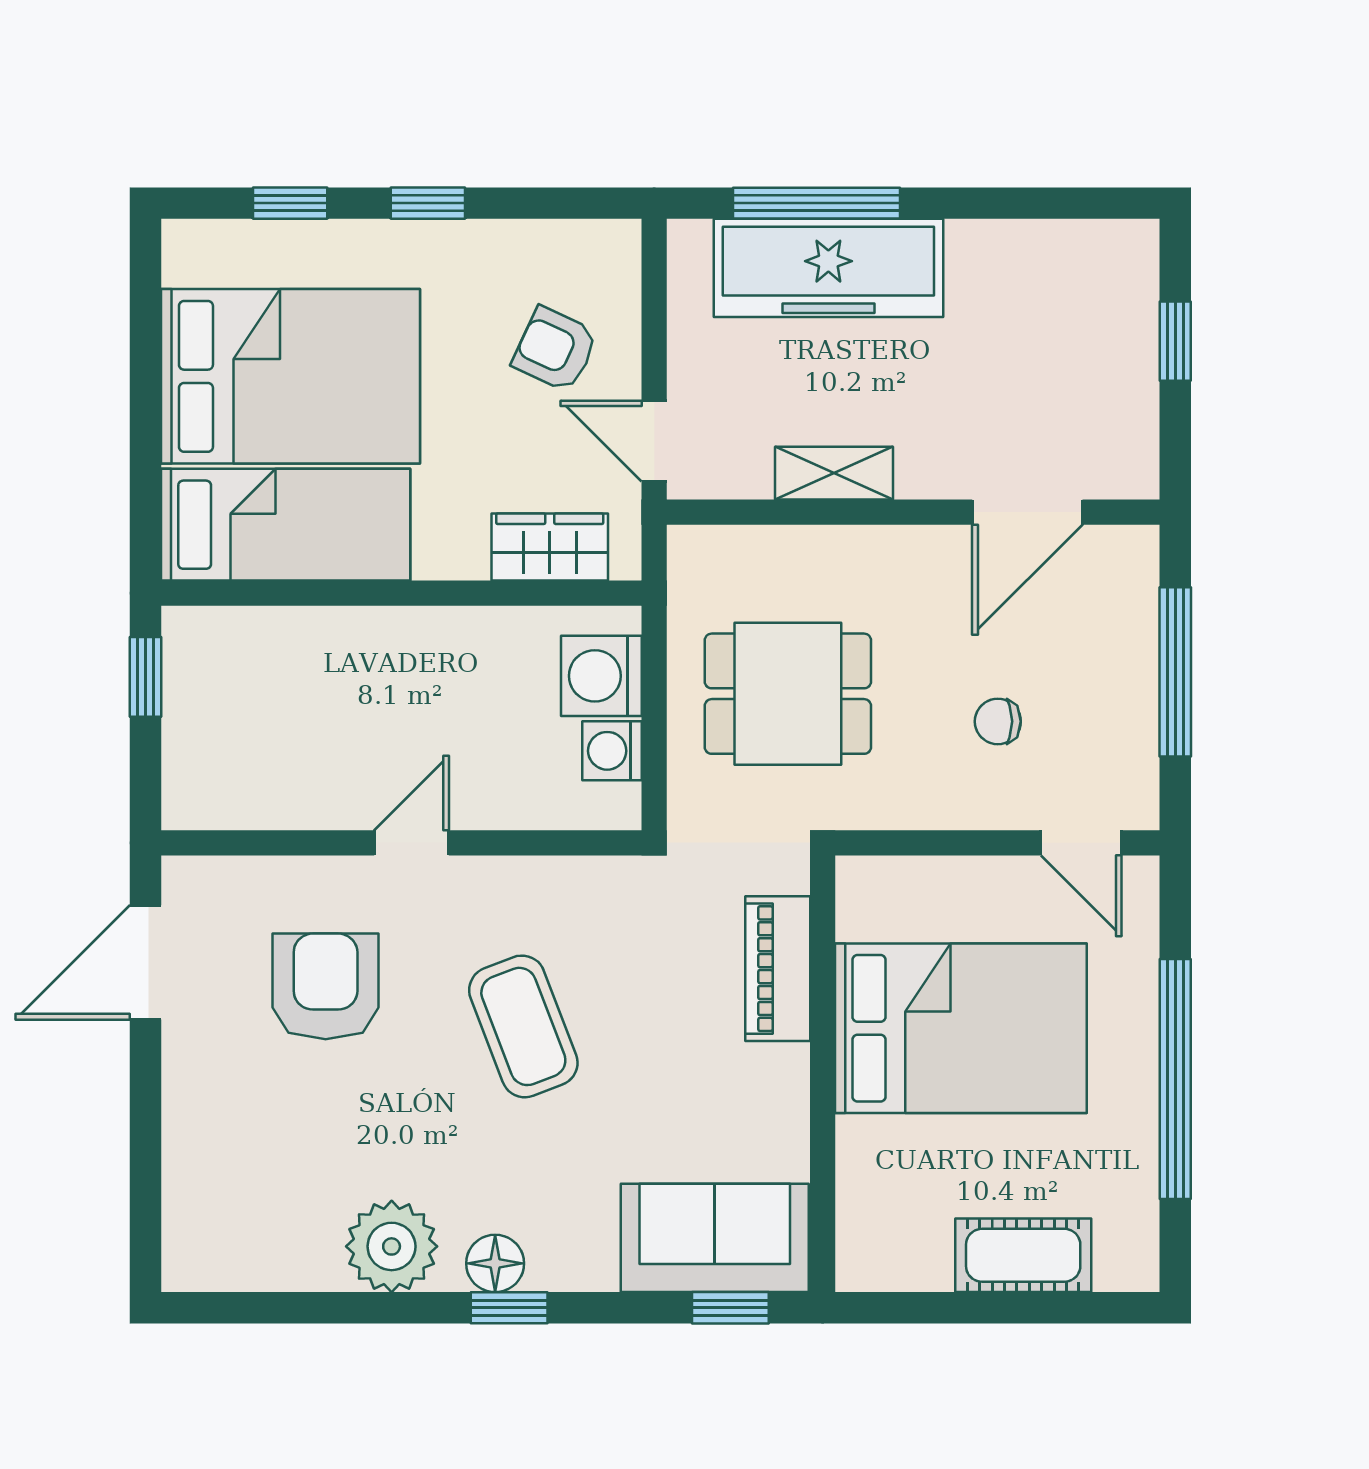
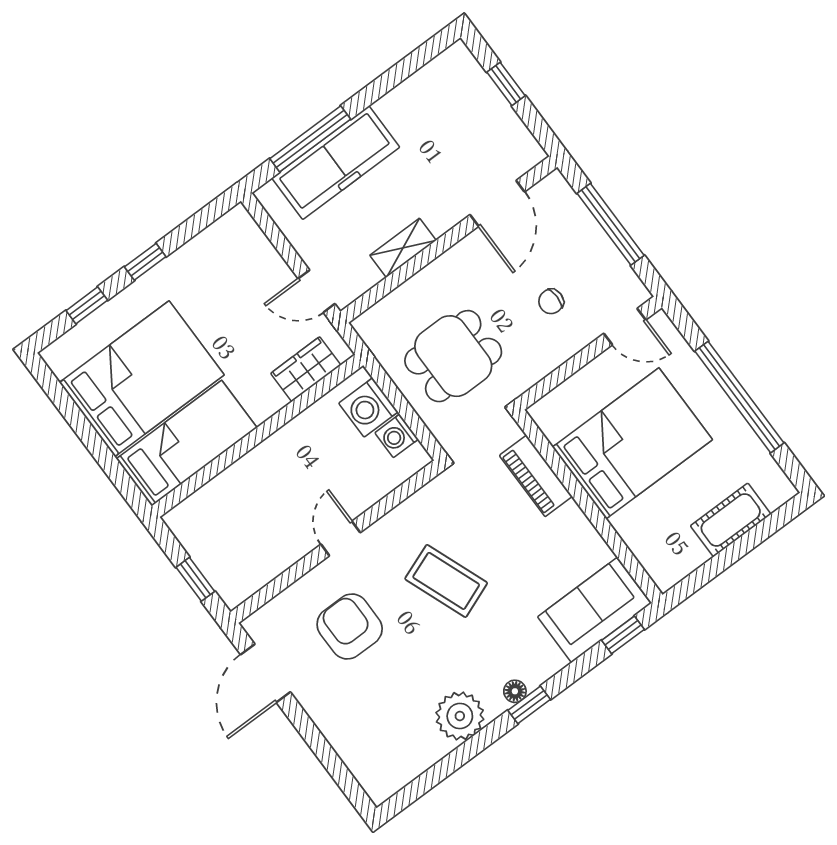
armchair: (555, 349) -> (246, 284), removed
window: (145, 677) -> (195, 579), moved
floor lamp: (495, 1263) -> (515, 691), width x0.73, depth x0.73

